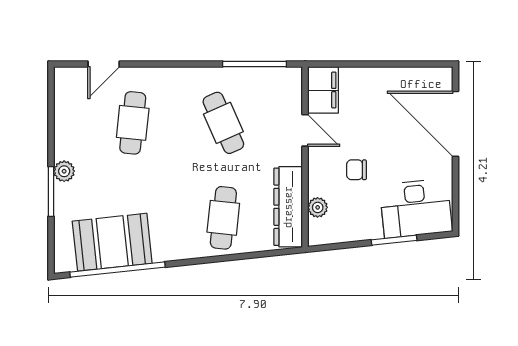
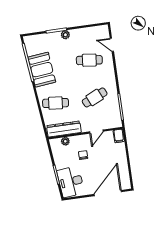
filing cabinet: (323, 90) -> (119, 136), width x0.50
booth: (112, 242) -> (42, 70), moved

